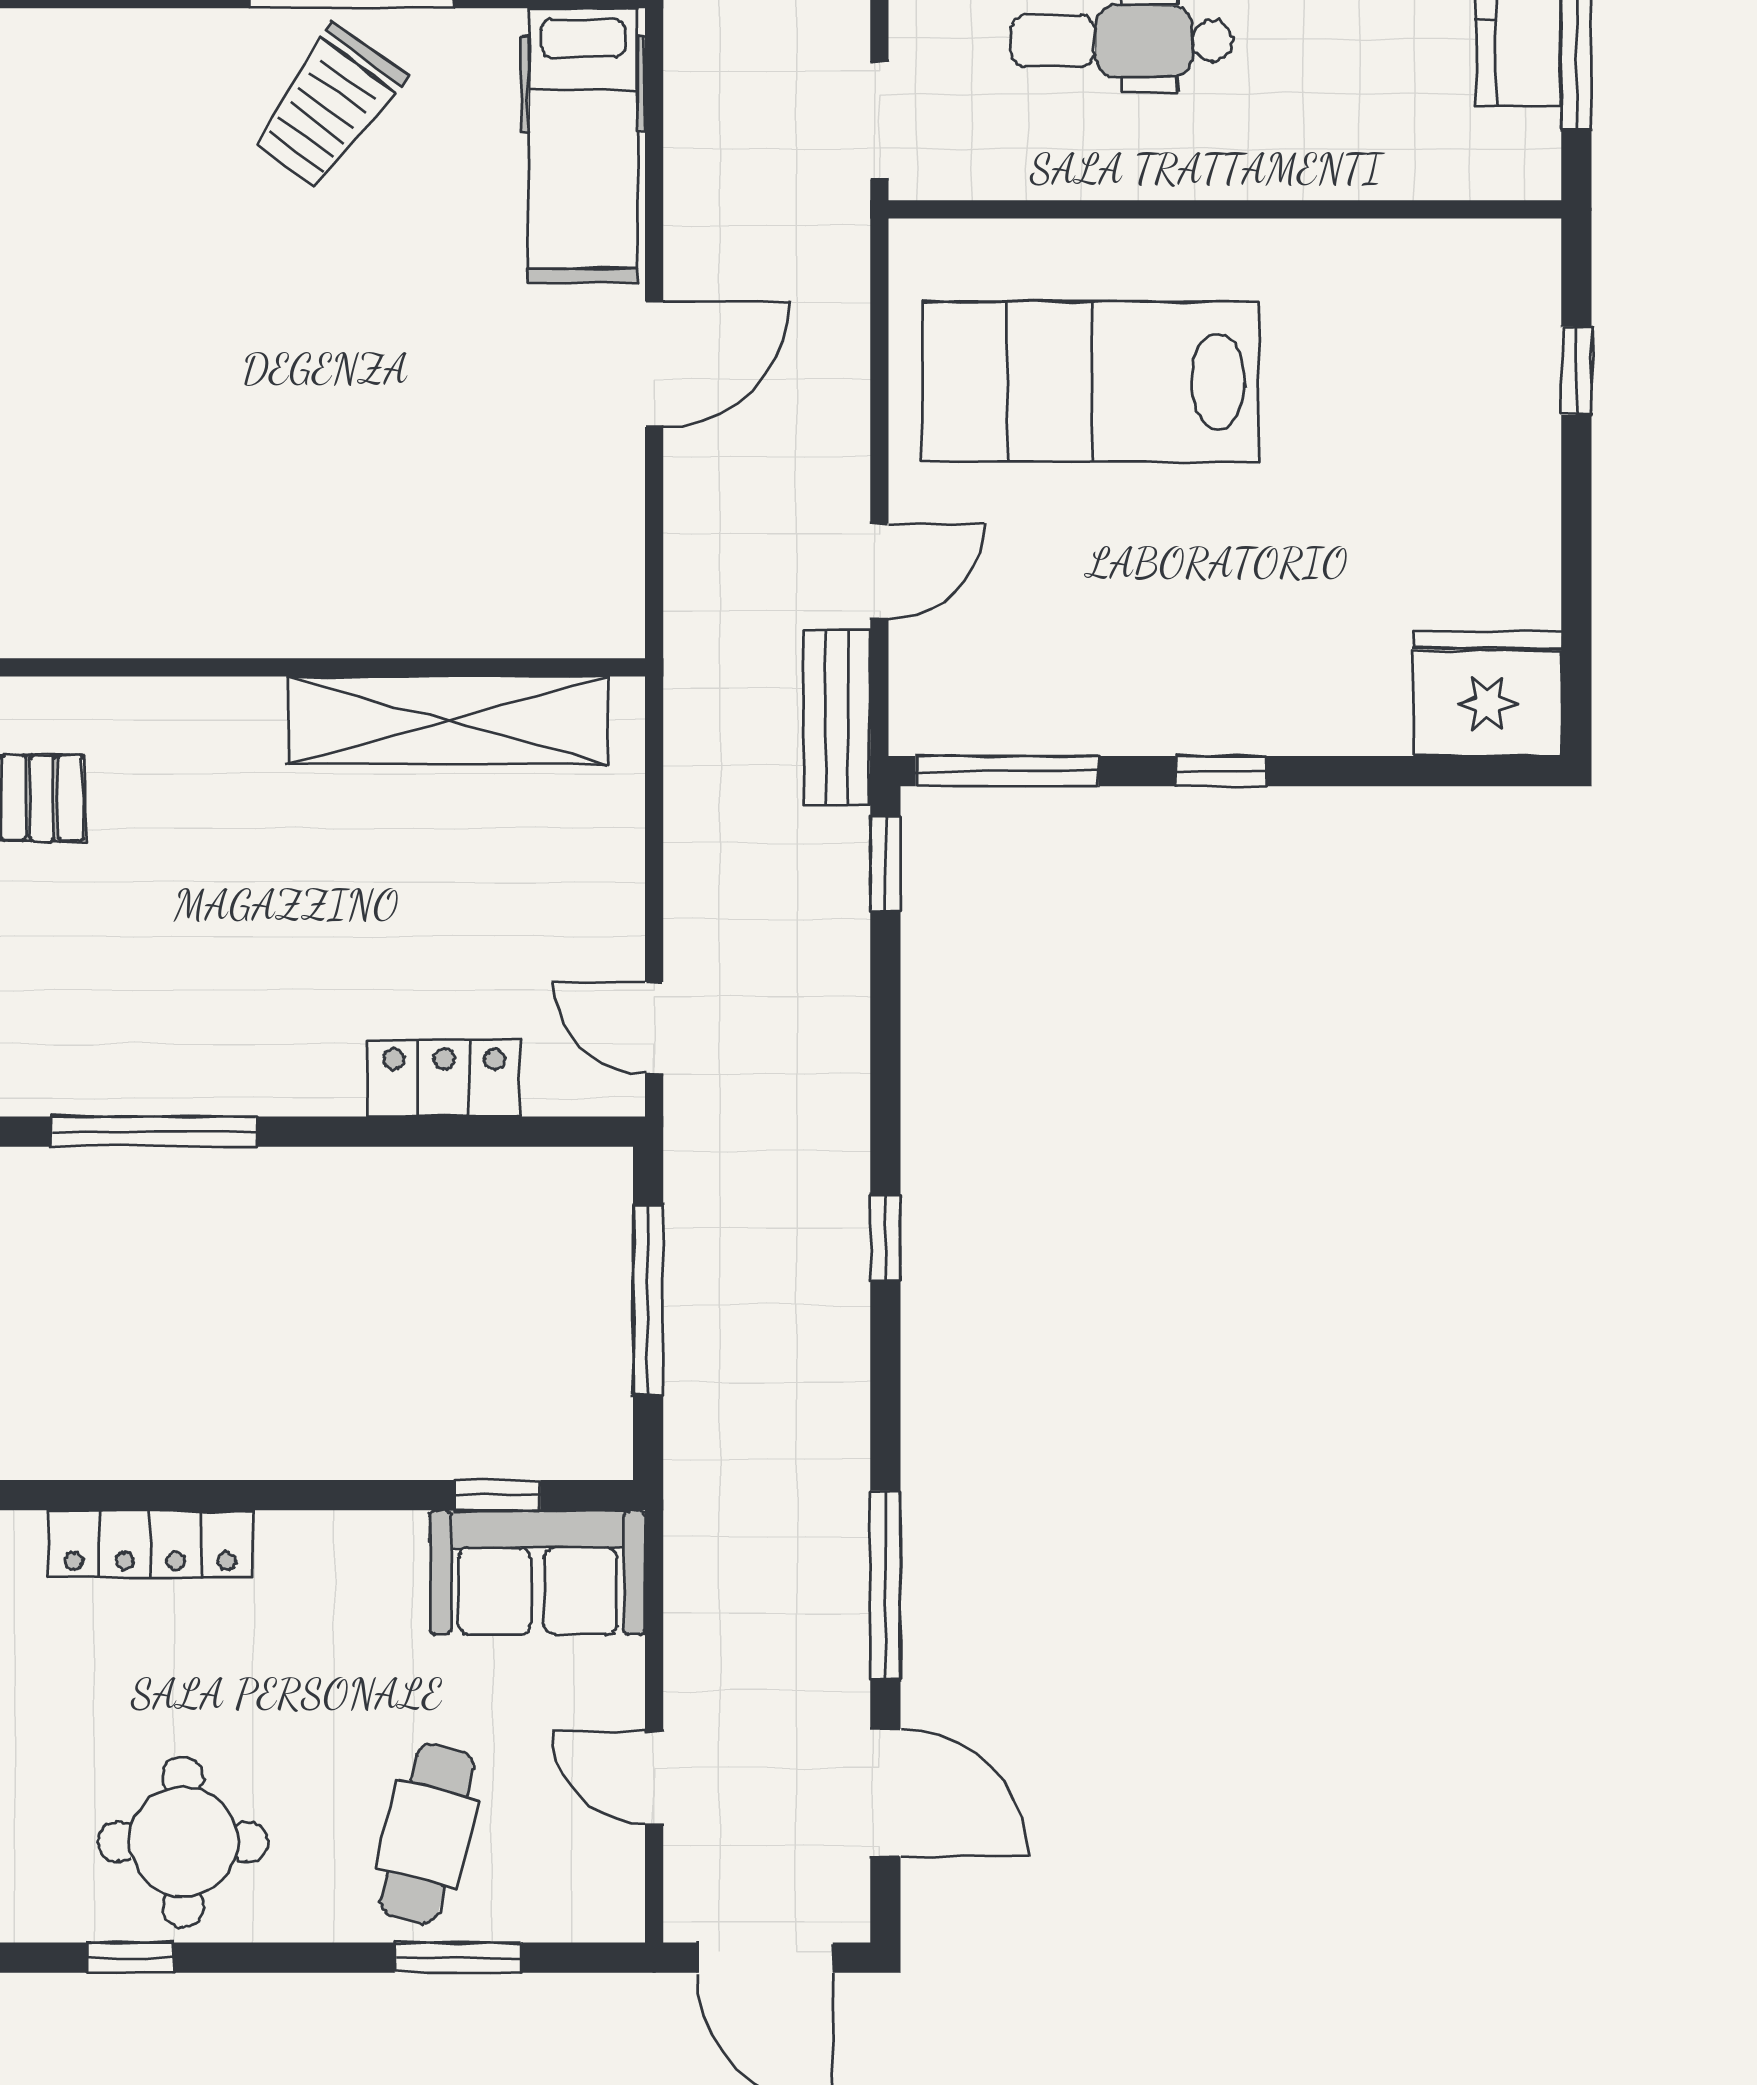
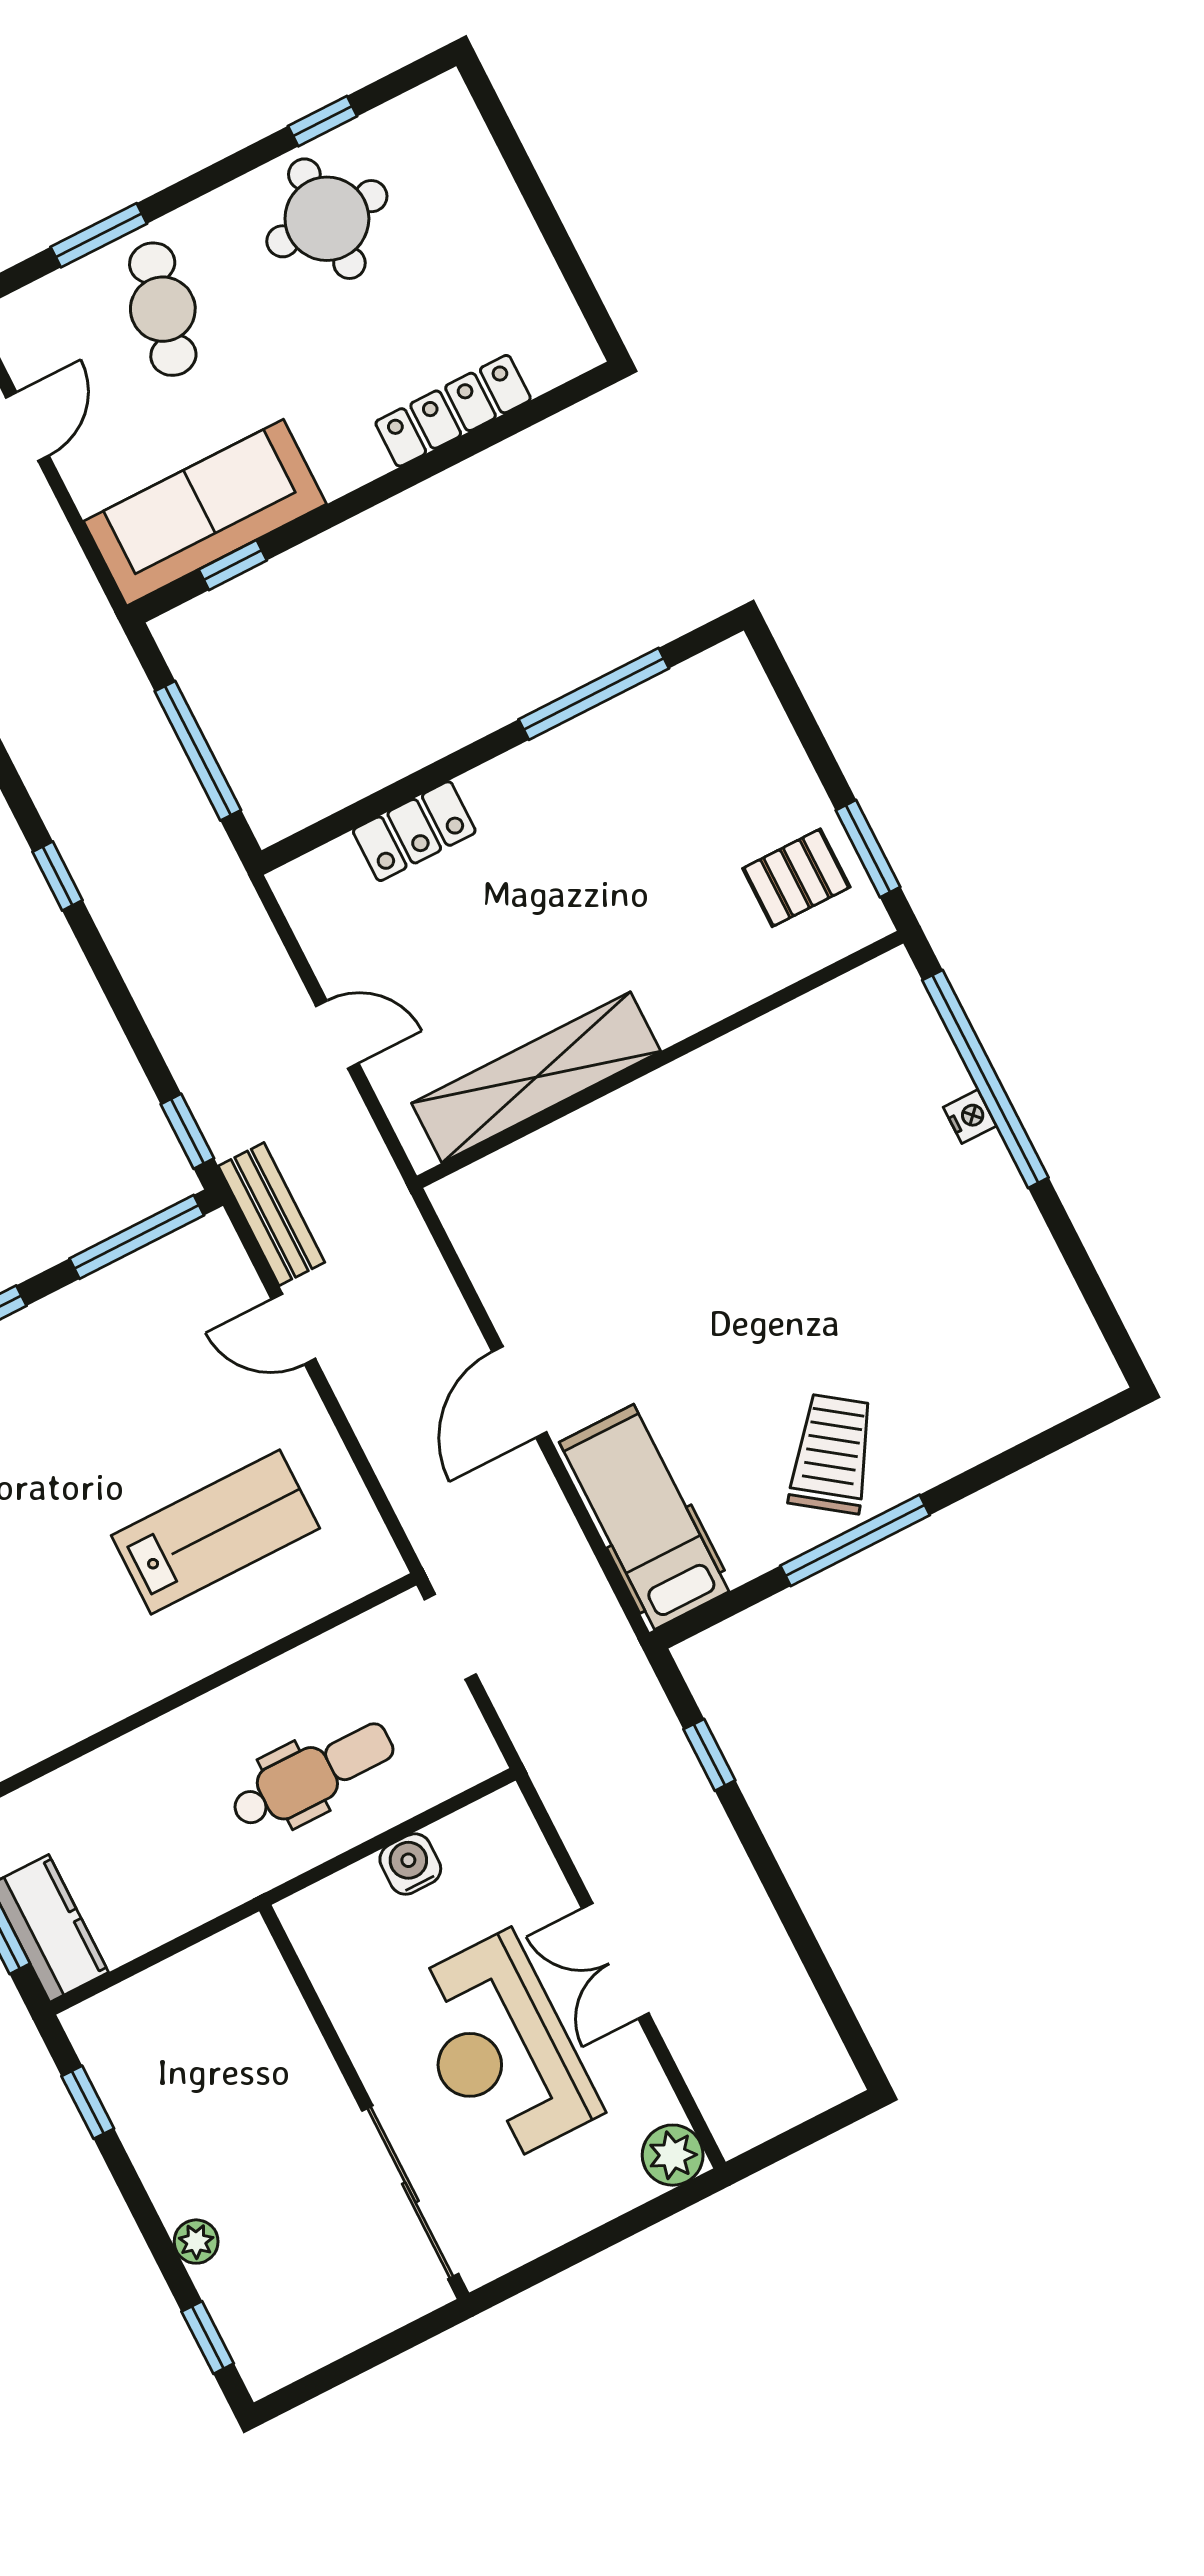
lab bench: (1090, 382) -> (215, 1532), width x0.73, depth x0.72
door: (879, 571) -> (293, 1329), hinge flipped
door: (654, 1028) -> (337, 1035), moved
sofa: (538, 1572) -> (205, 513), width x1.36
door: (654, 1778) -> (27, 426), hinge flipped

